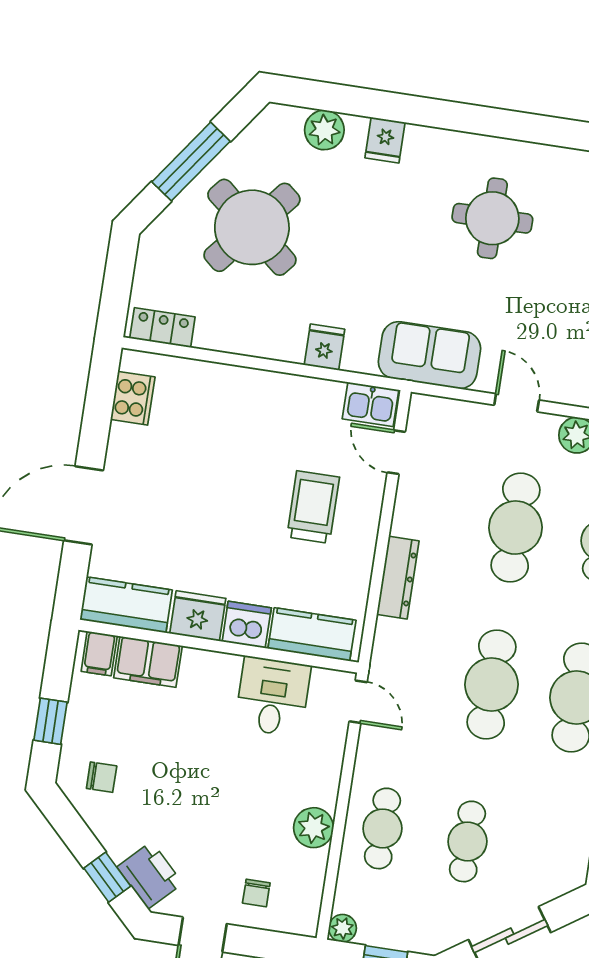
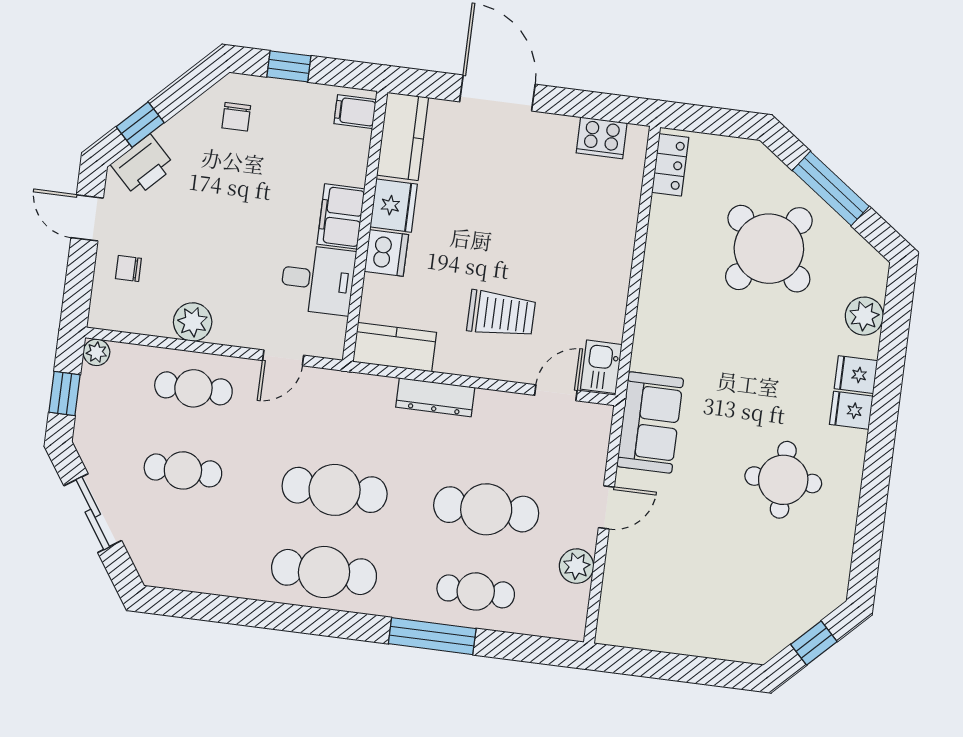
fridge: (324, 347) -> (851, 410), moved, turned 180
kitchen counter: (312, 634) -> (395, 347), moved, turned -90
filing cabinet: (148, 662) -> (341, 216), moved
door: (358, 702) -> (283, 358), moved

